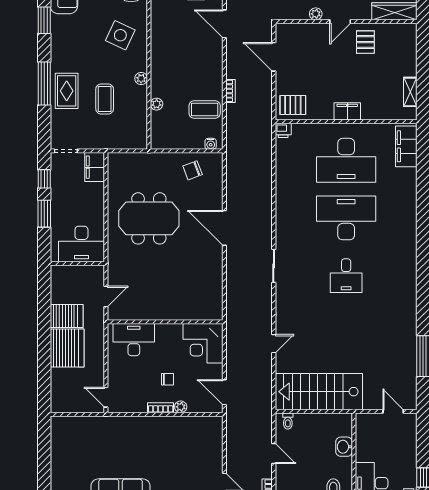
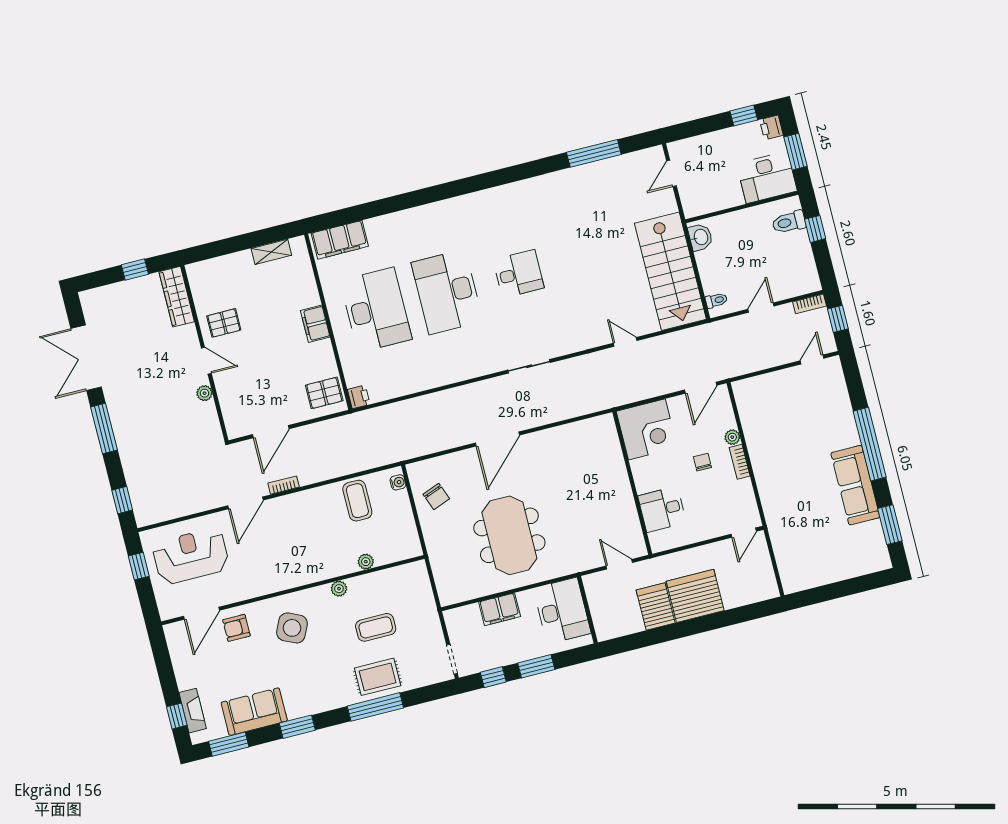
bookcase: (231, 91) -> (284, 485), moved
pallet: (293, 105) -> (324, 393), turned 90
filing cabinet: (95, 167) -> (500, 609), moved
desk: (134, 340) -> (662, 509), width x0.73
washbasin: (344, 447) -> (700, 237), moved, turned -90

